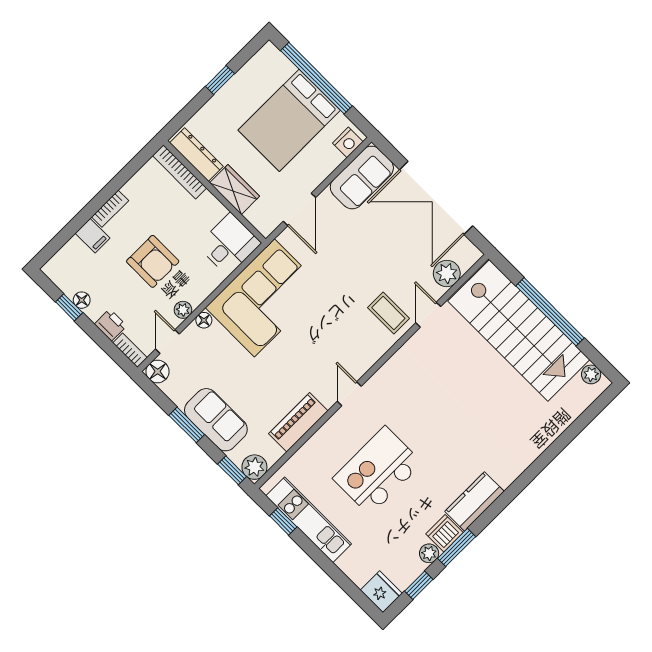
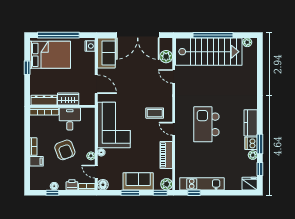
bed: (289, 120) -> (50, 55), moved, turned -90
desk: (229, 244) -> (70, 119), moved
armchair: (153, 261) -> (65, 150), turned 69
coffee table: (388, 313) -> (155, 113), moved
kitchen island: (378, 471) -> (206, 124), moved

